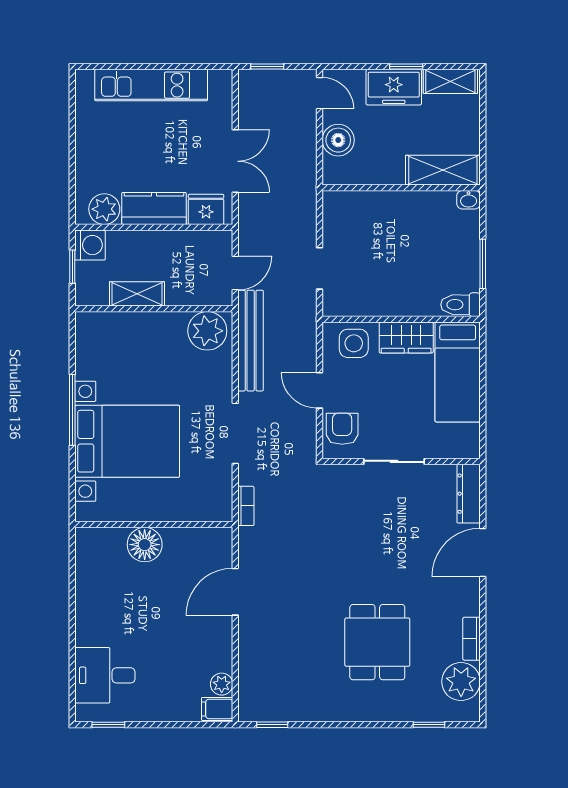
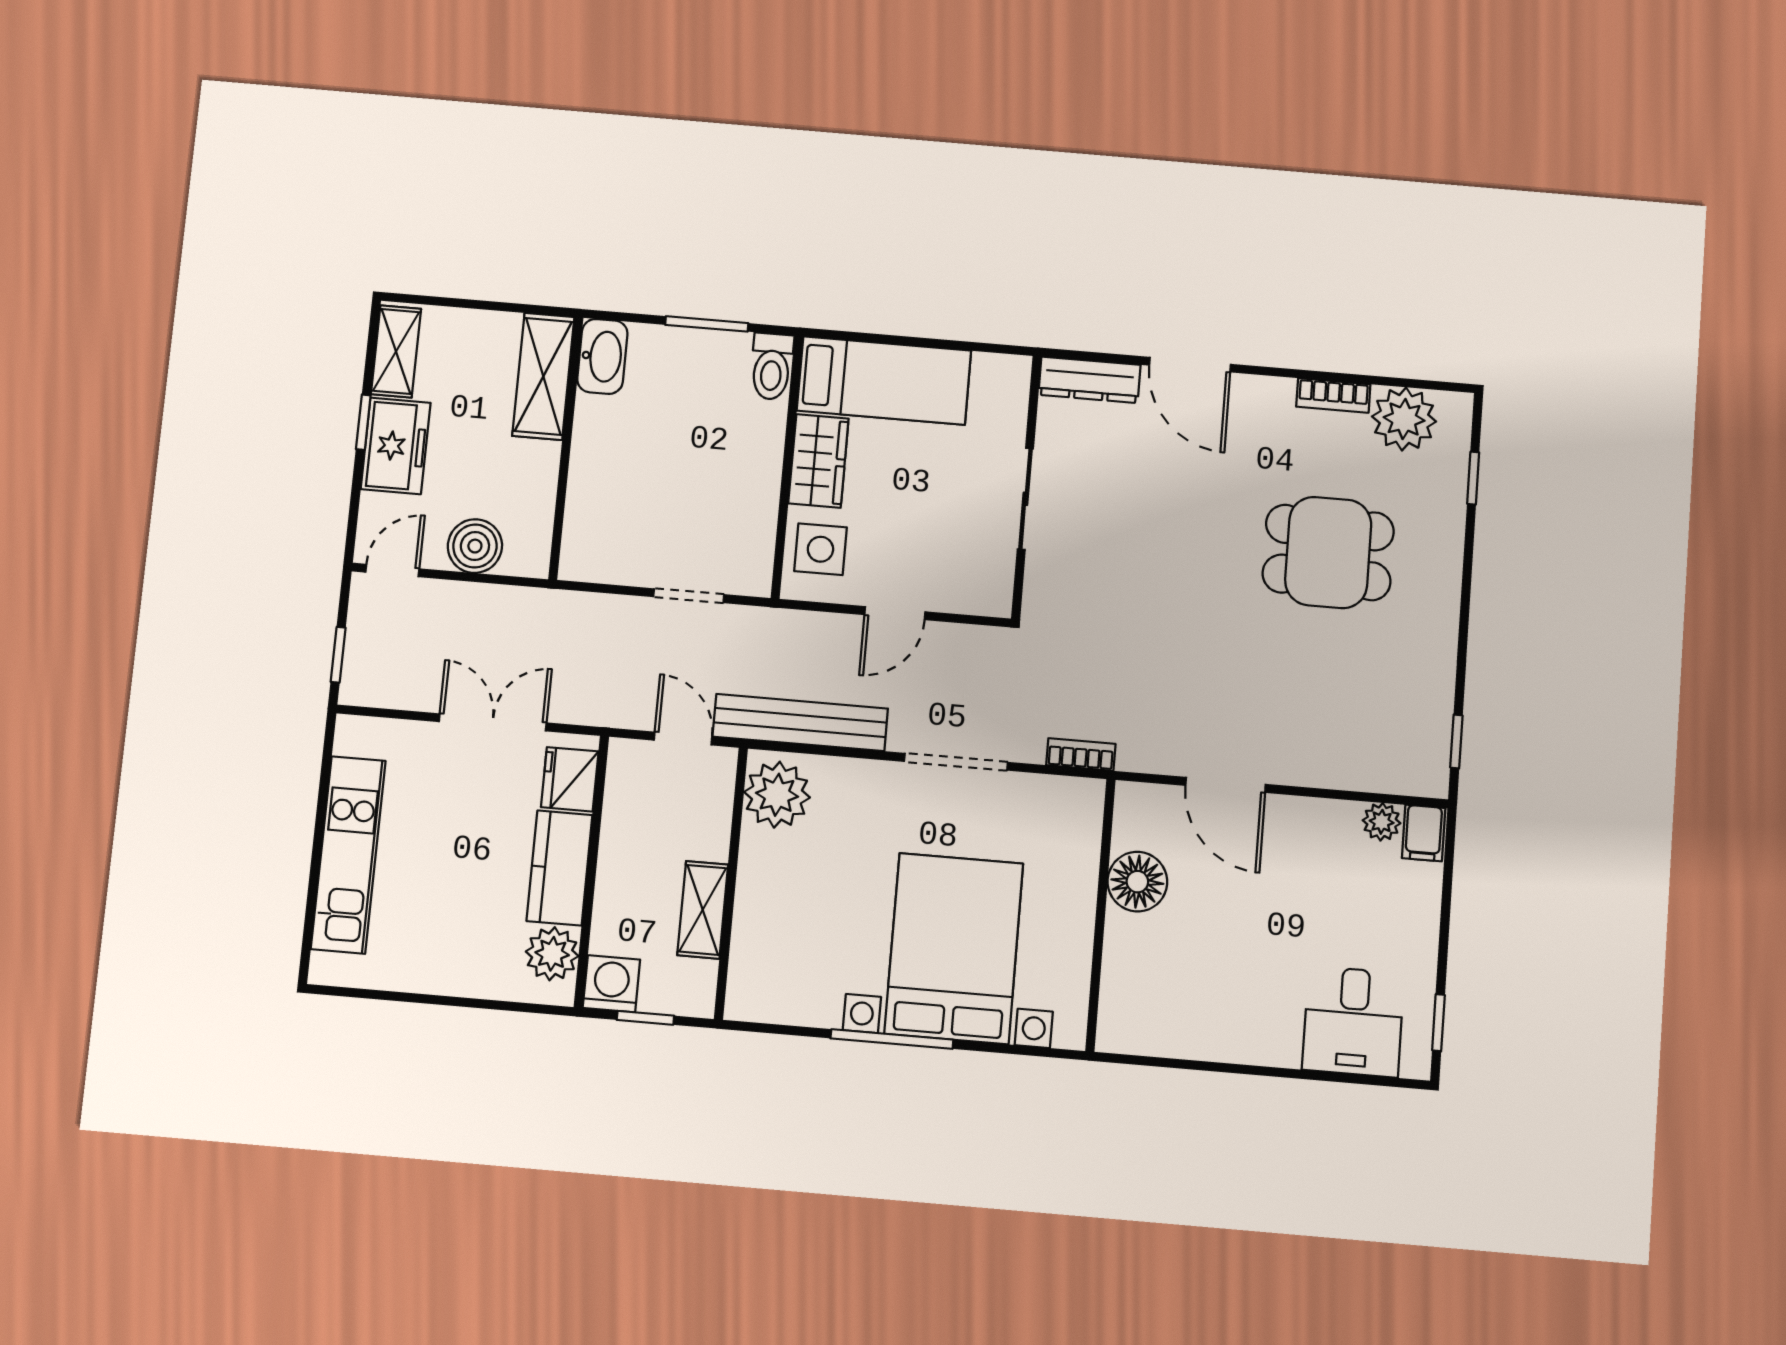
washbasin: (469, 200) -> (602, 356), width x1.91, depth x1.45
armchair: (342, 429) -> (963, 581), removed
floor lamp: (145, 545) -> (1137, 882), moved

